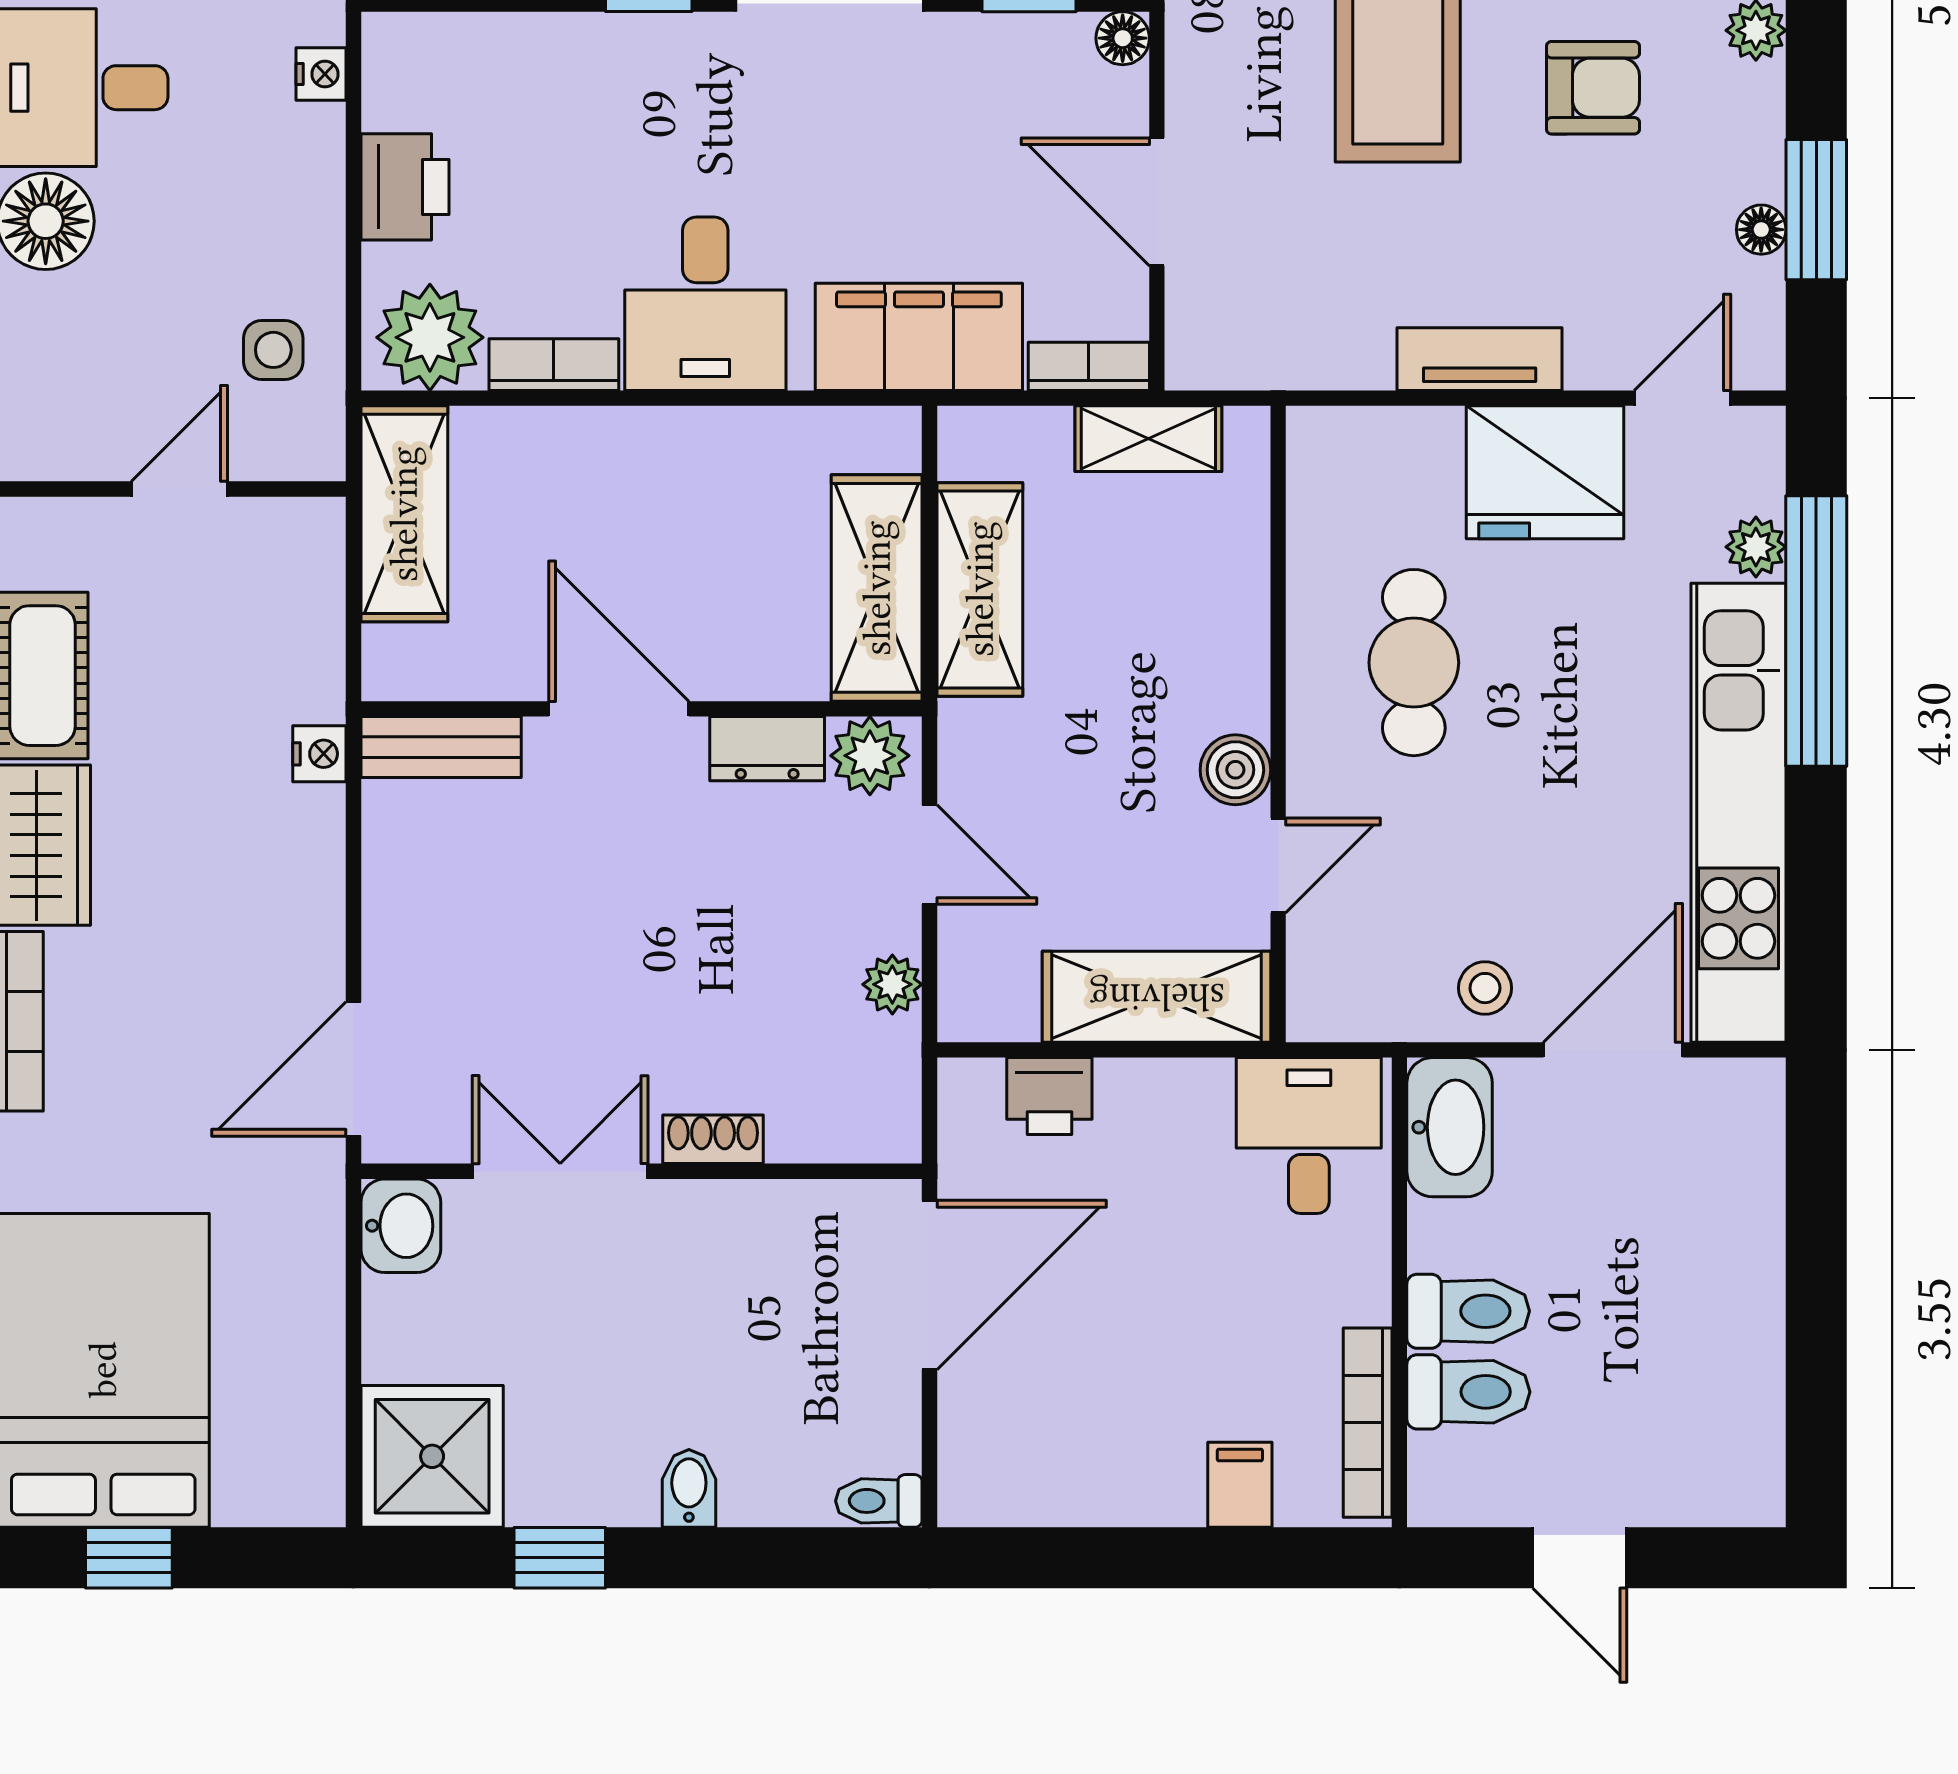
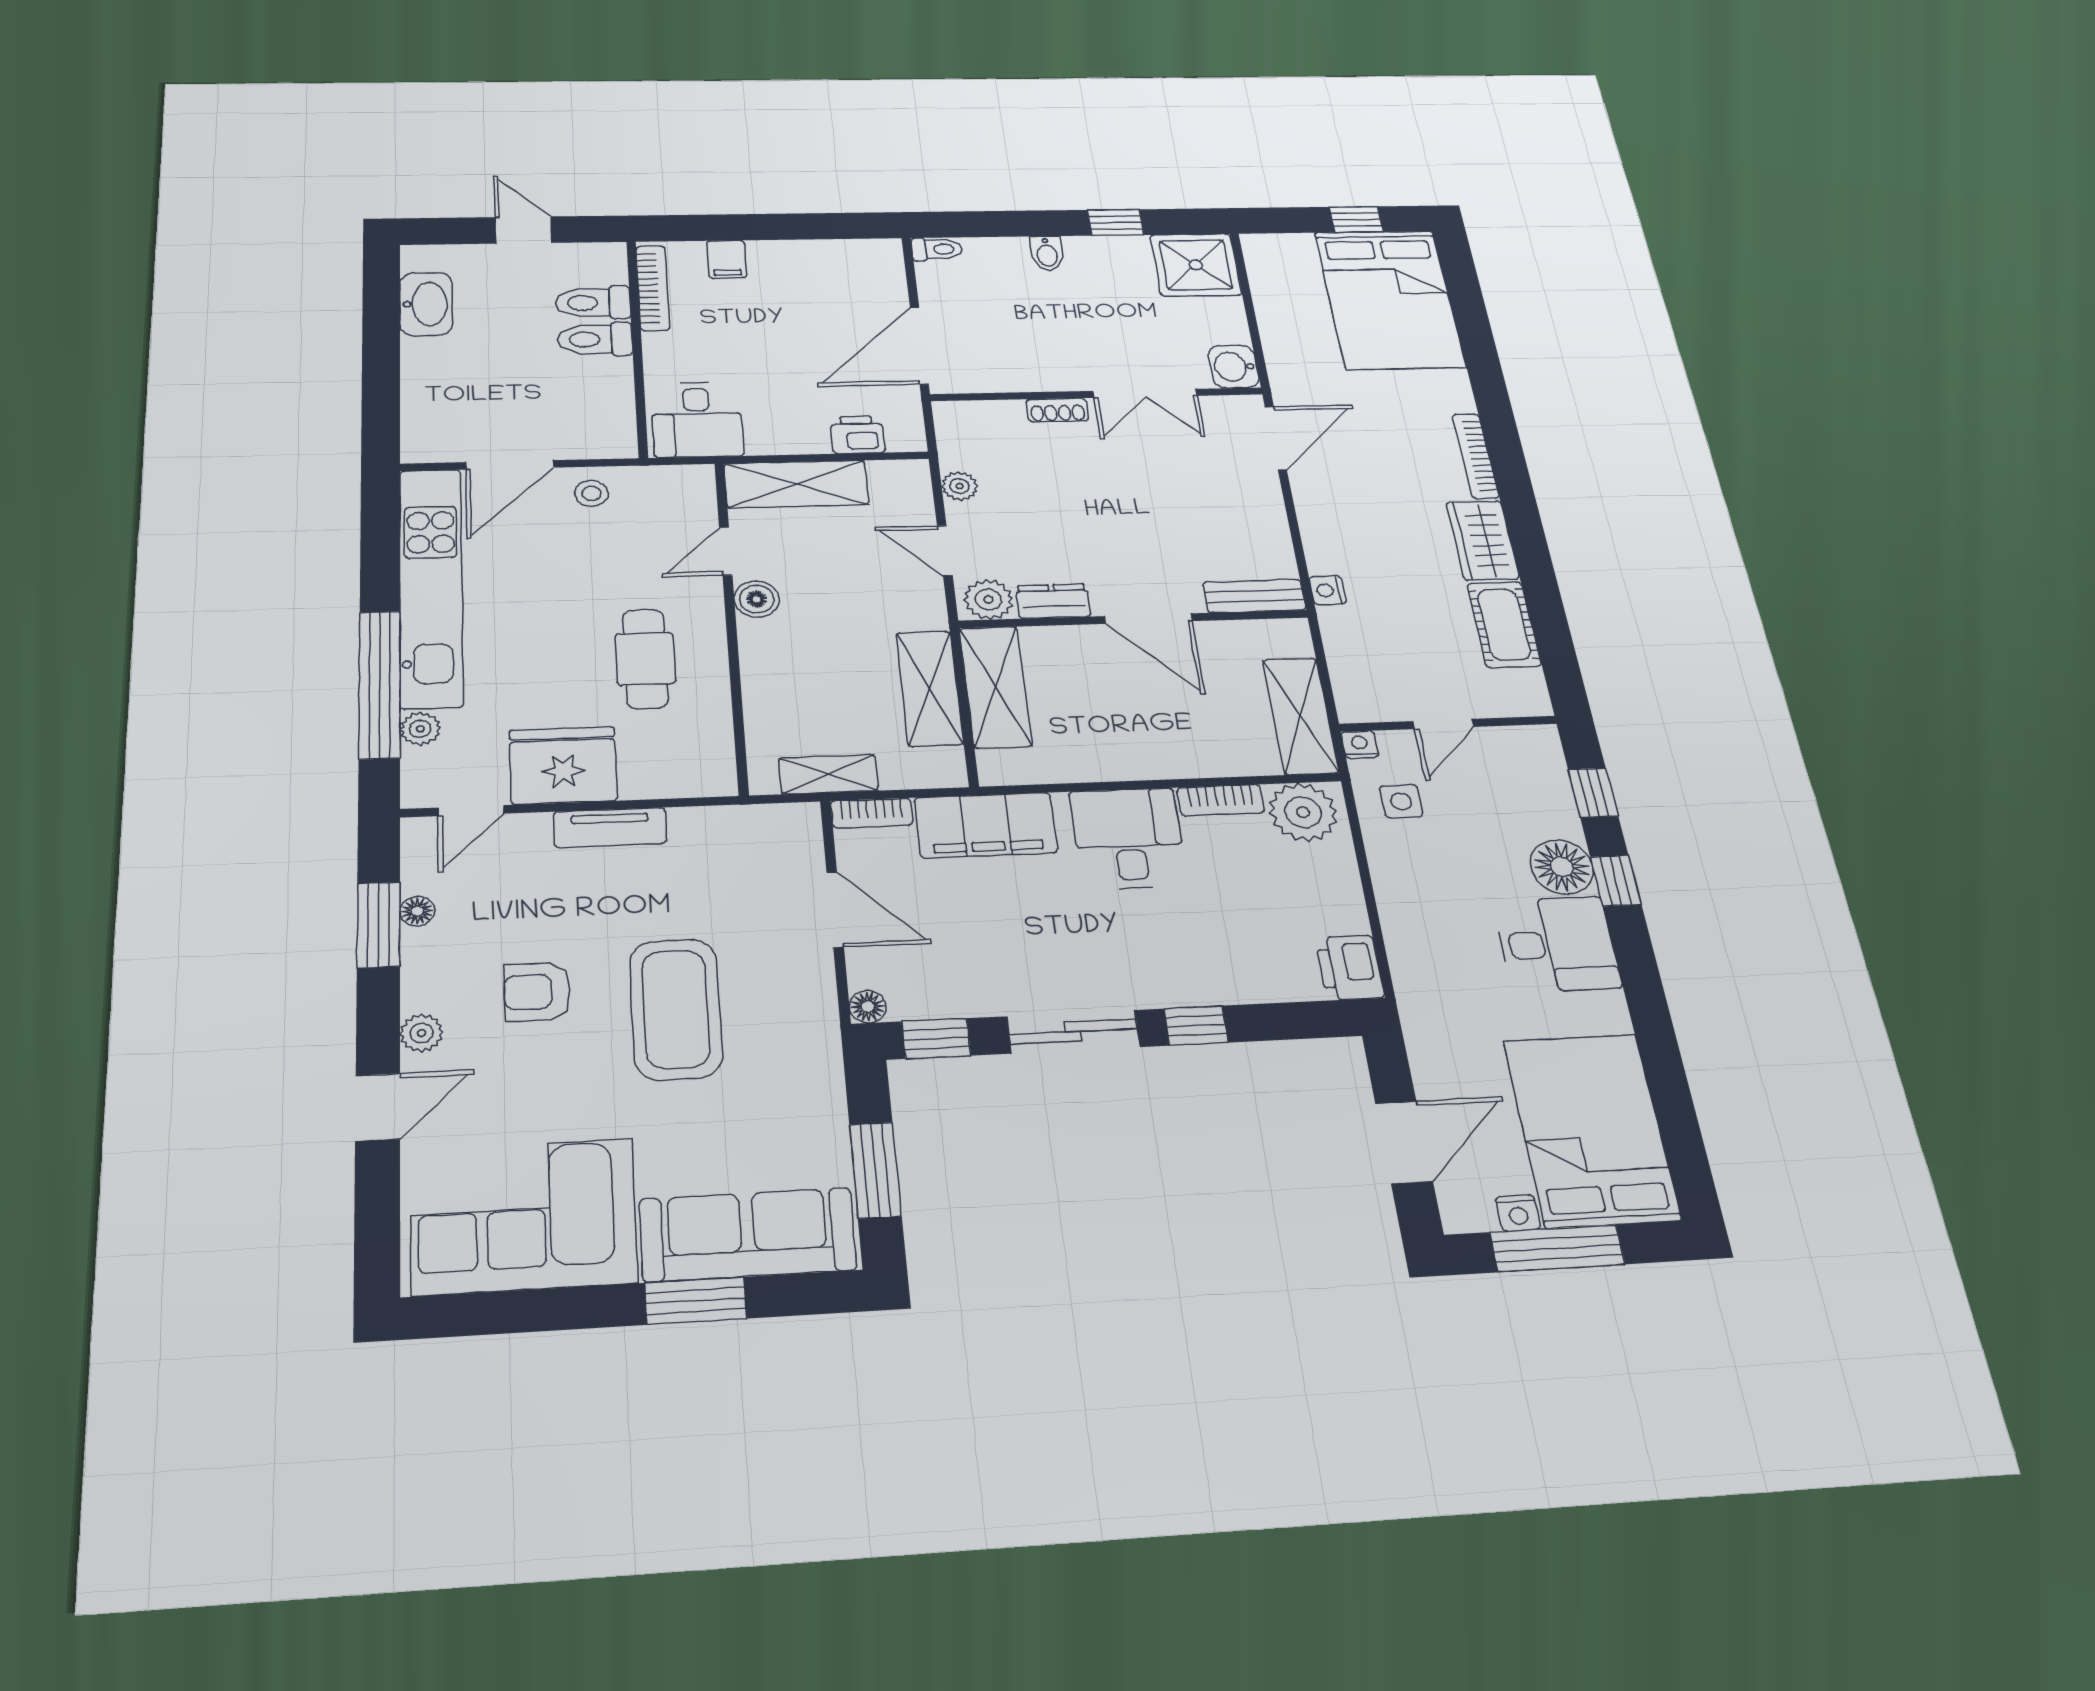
nightstand: (321, 74) -> (1360, 745), moved, turned 90
printer: (405, 187) -> (1350, 968), moved
washbasin: (1450, 1127) -> (426, 304), moved, turned 180

